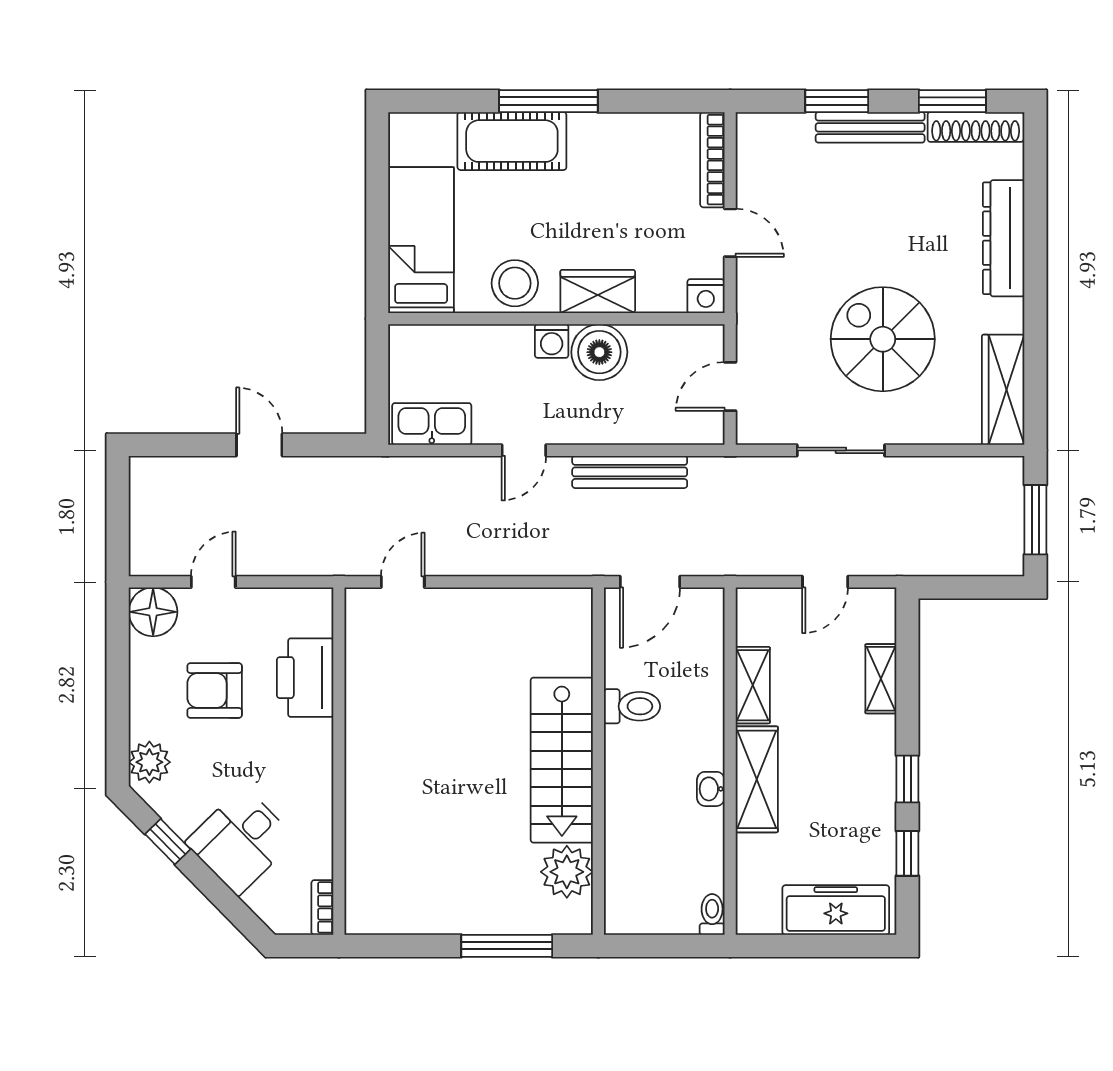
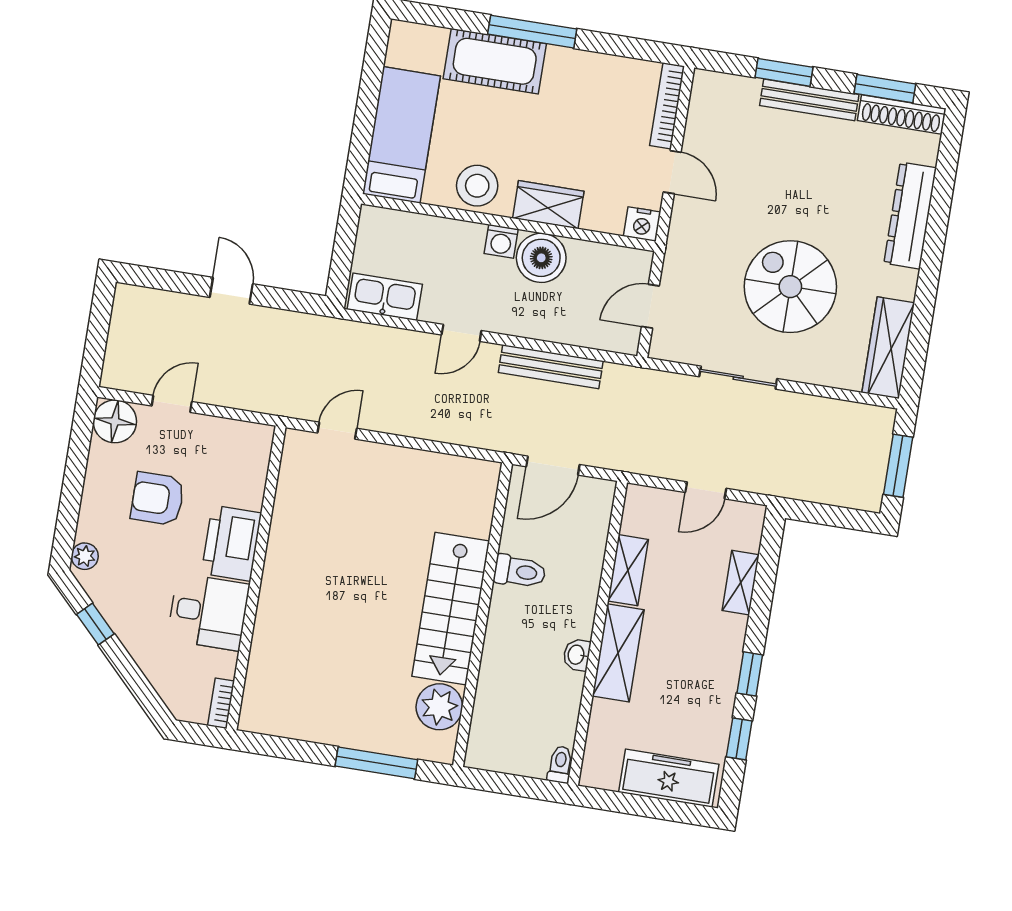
printer: (305, 678) -> (231, 543), moved
plant: (149, 762) -> (85, 556), width x0.73, depth x0.73
desk: (241, 841) -> (208, 612), moved, turned -135

